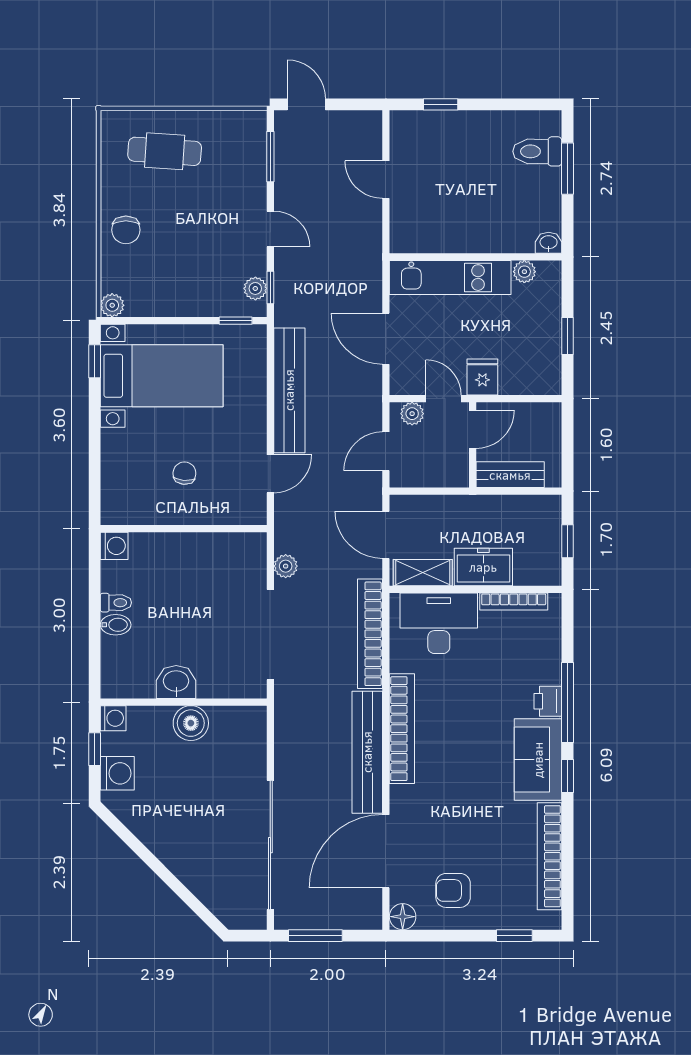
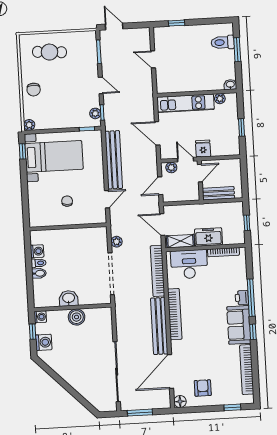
washing machine: (114, 546) -> (37, 251), moved
armchair: (453, 890) -> (203, 388), turned 90

